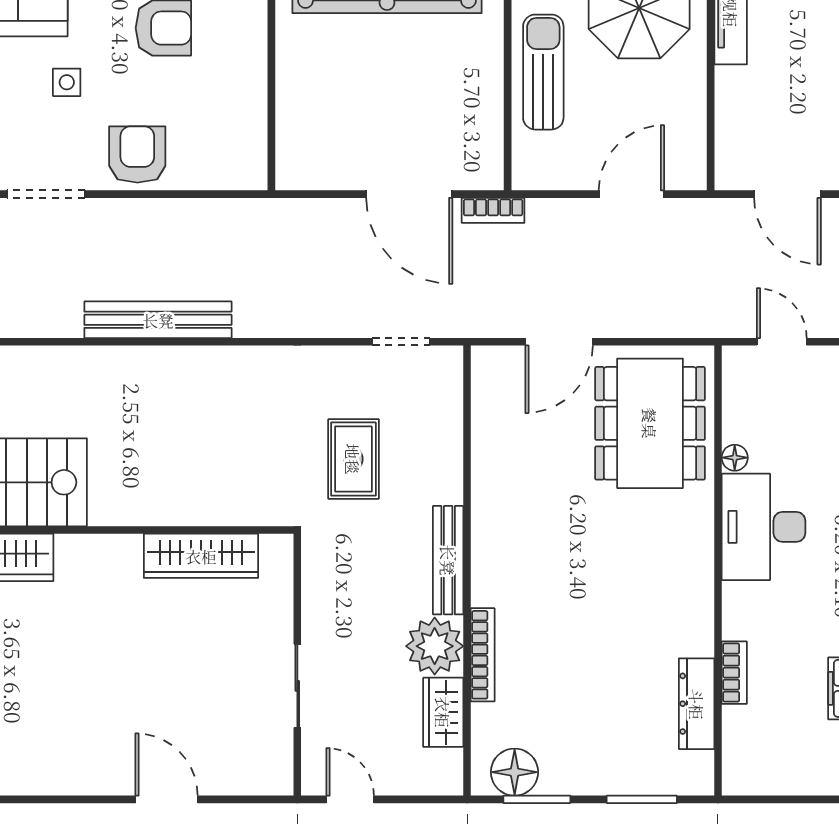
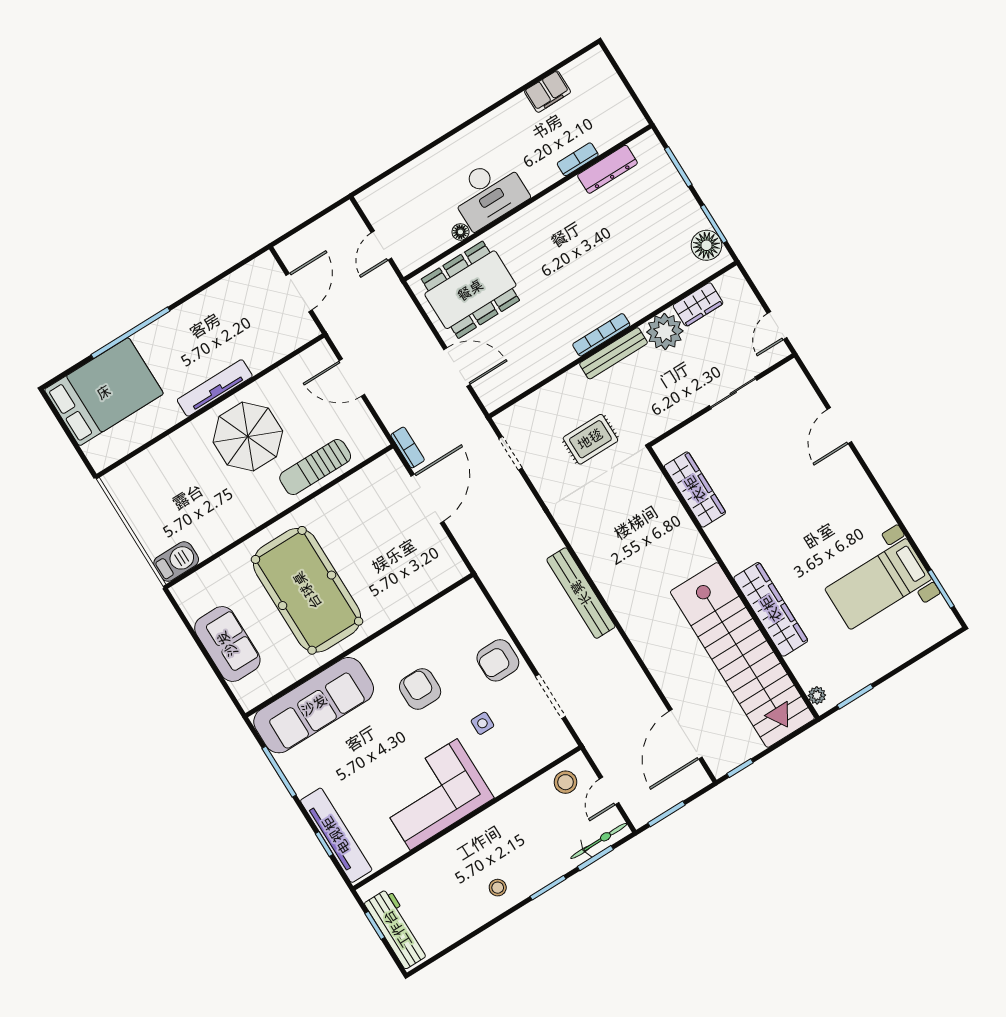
bookcase: (483, 655) -> (601, 335), moved

